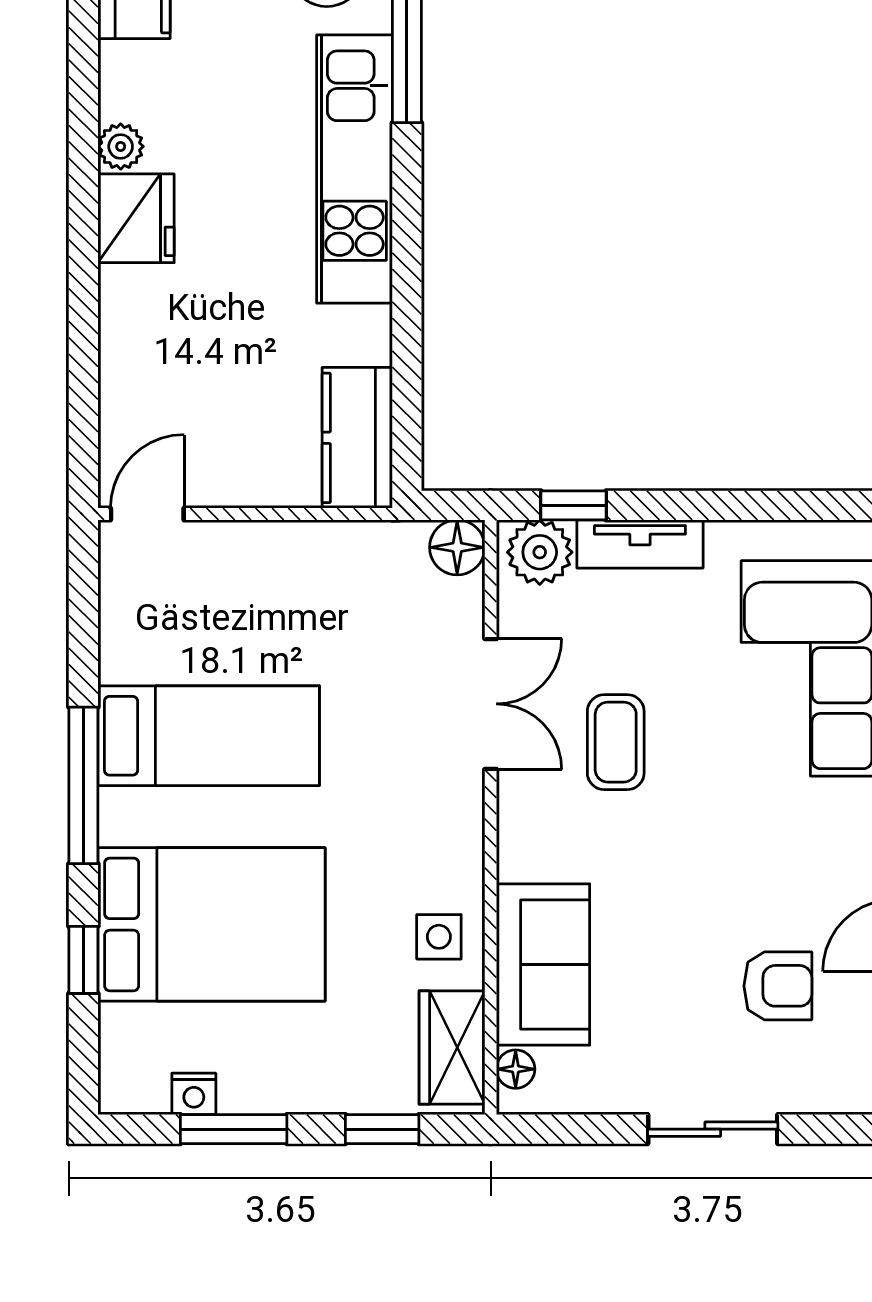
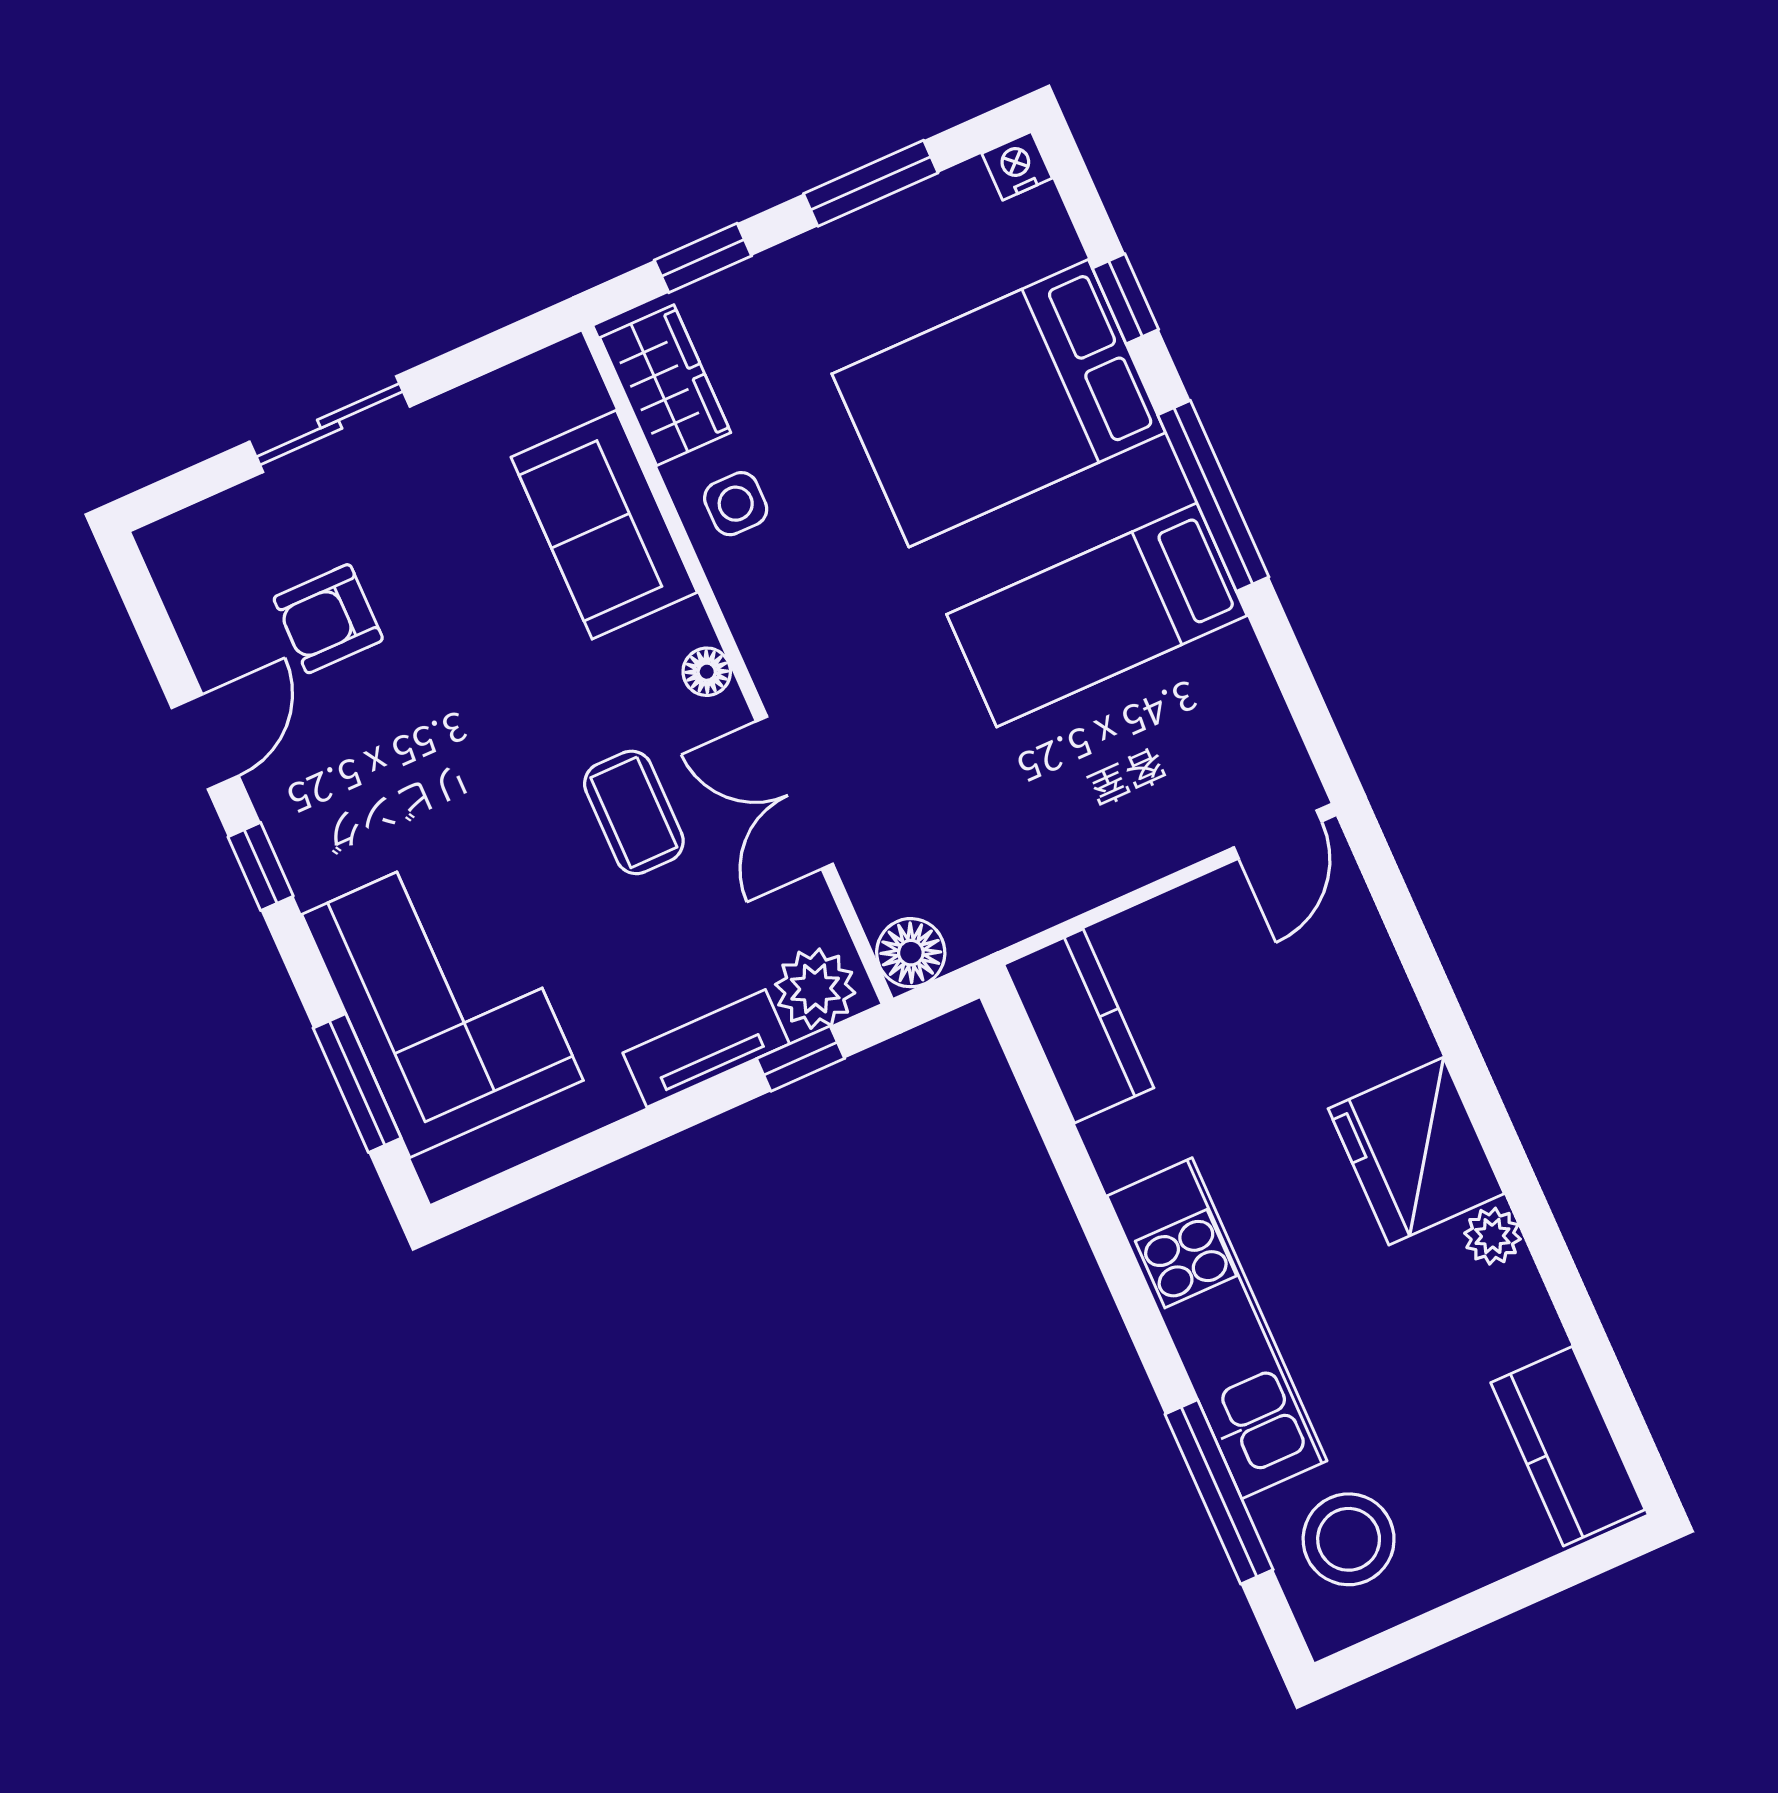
fridge: (136, 218) -> (1416, 1151), width x1.36, depth x1.34
floor lamp: (516, 1069) -> (707, 672), moved
nightstand: (194, 1094) -> (1017, 166), moved

